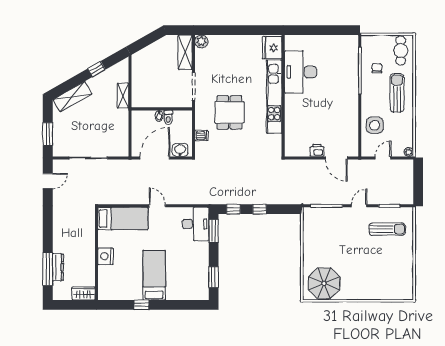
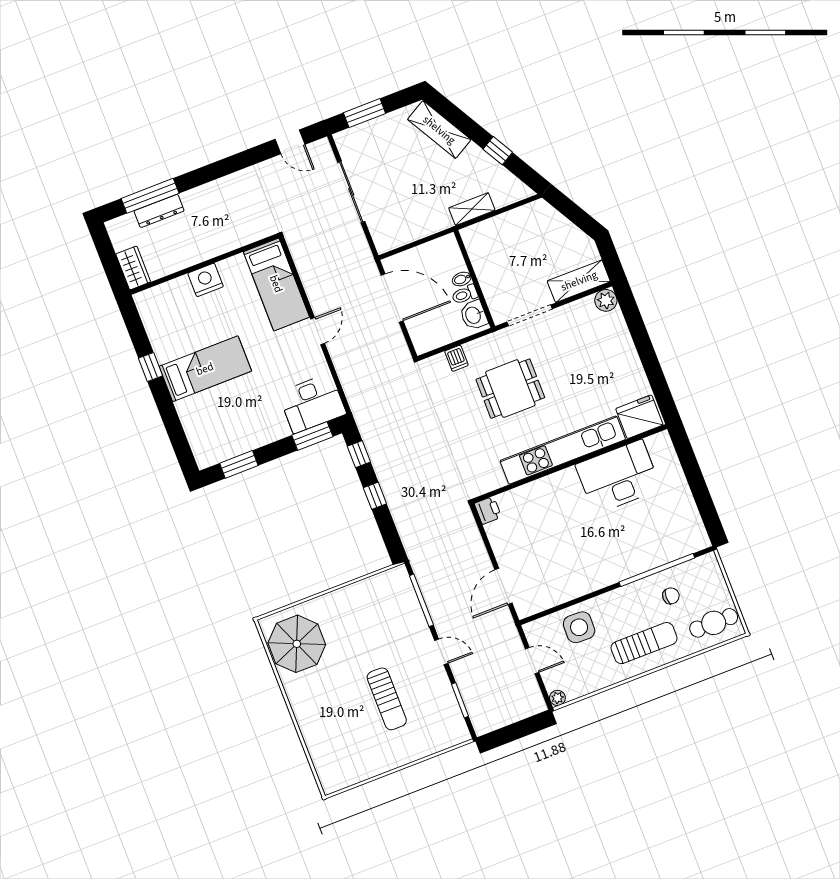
washbasin: (180, 150) -> (474, 315), moved, turned 180
printer: (317, 150) -> (488, 510), moved
sun lounger: (387, 229) -> (387, 699), moved

